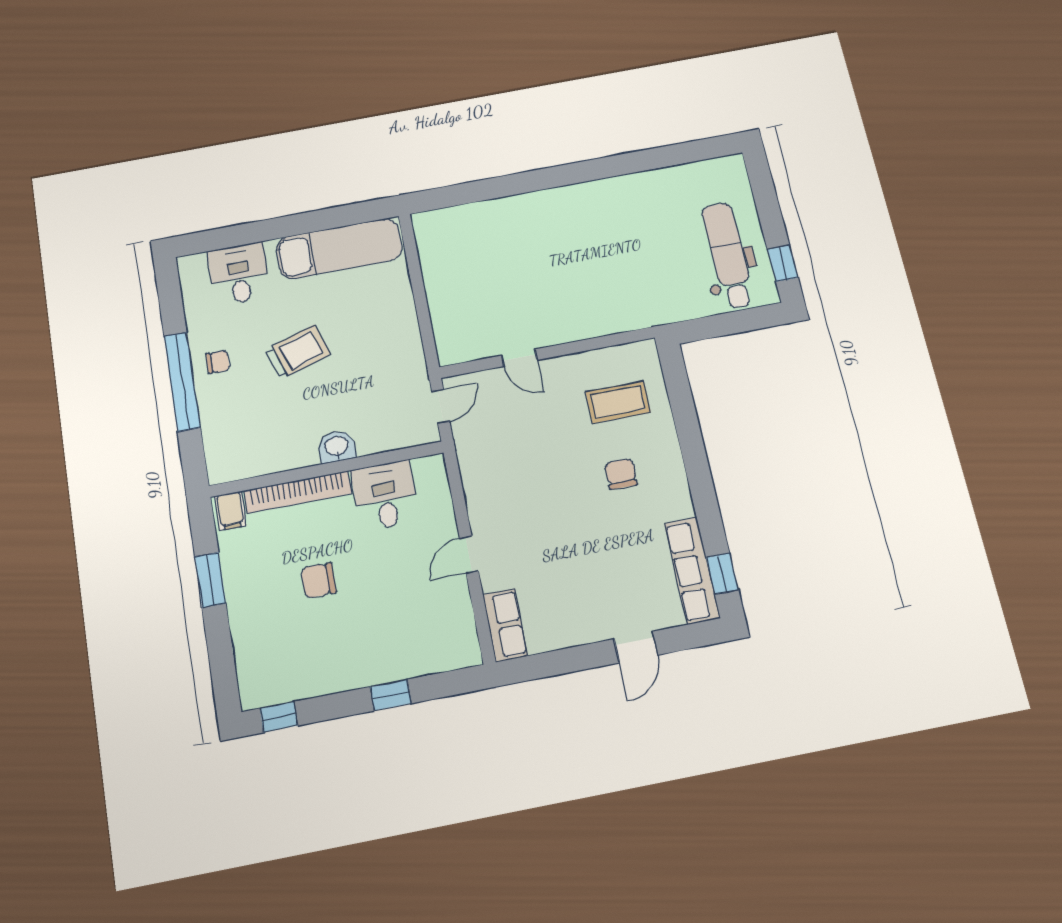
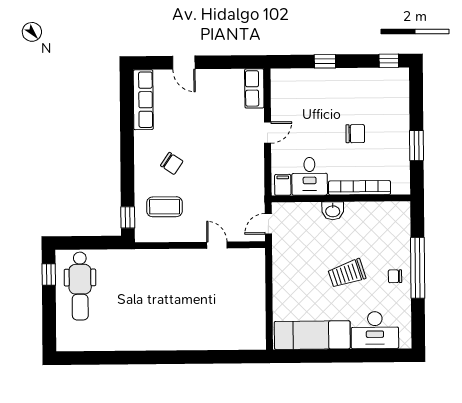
desk: (239, 274) -> (375, 330), width x1.37
chair: (621, 474) -> (172, 163), turned -56
filing cabinet: (230, 511) -> (283, 185), moved
window: (722, 574) -> (128, 217), moved
door: (636, 647) -> (184, 63), swing flipped

